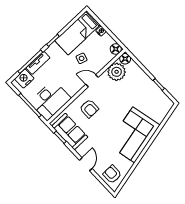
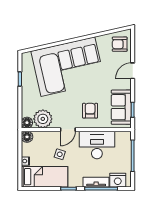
door: (92, 81) -> (68, 130), hinge flipped
desk: (50, 100) -> (97, 145), moved
corner sofa: (134, 135) -> (68, 67), width x1.36, depth x1.36
armchair: (112, 174) -> (120, 44), turned 90

